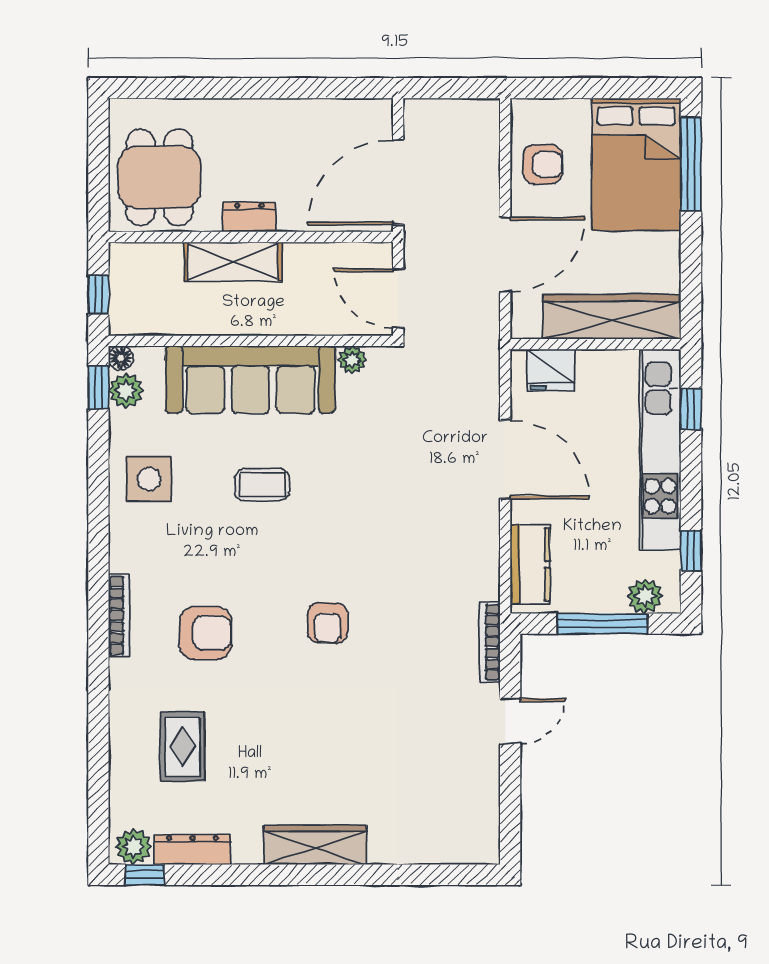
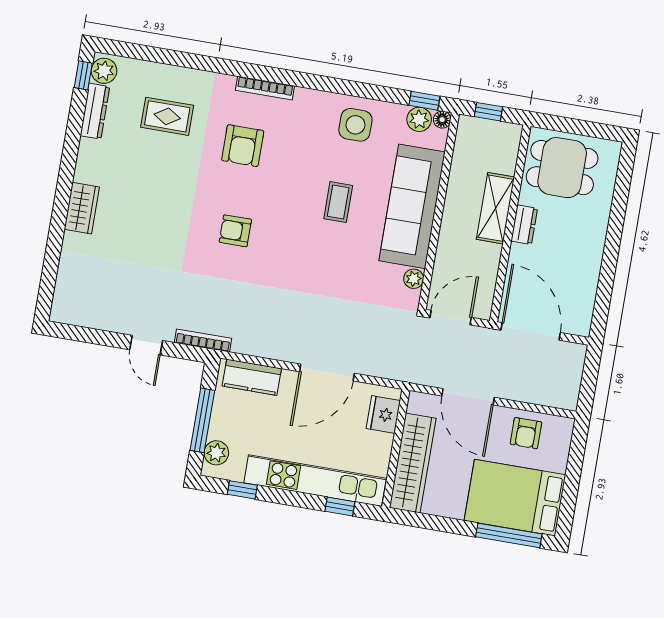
wardrobe: (315, 845) -> (82, 208), width x0.67

